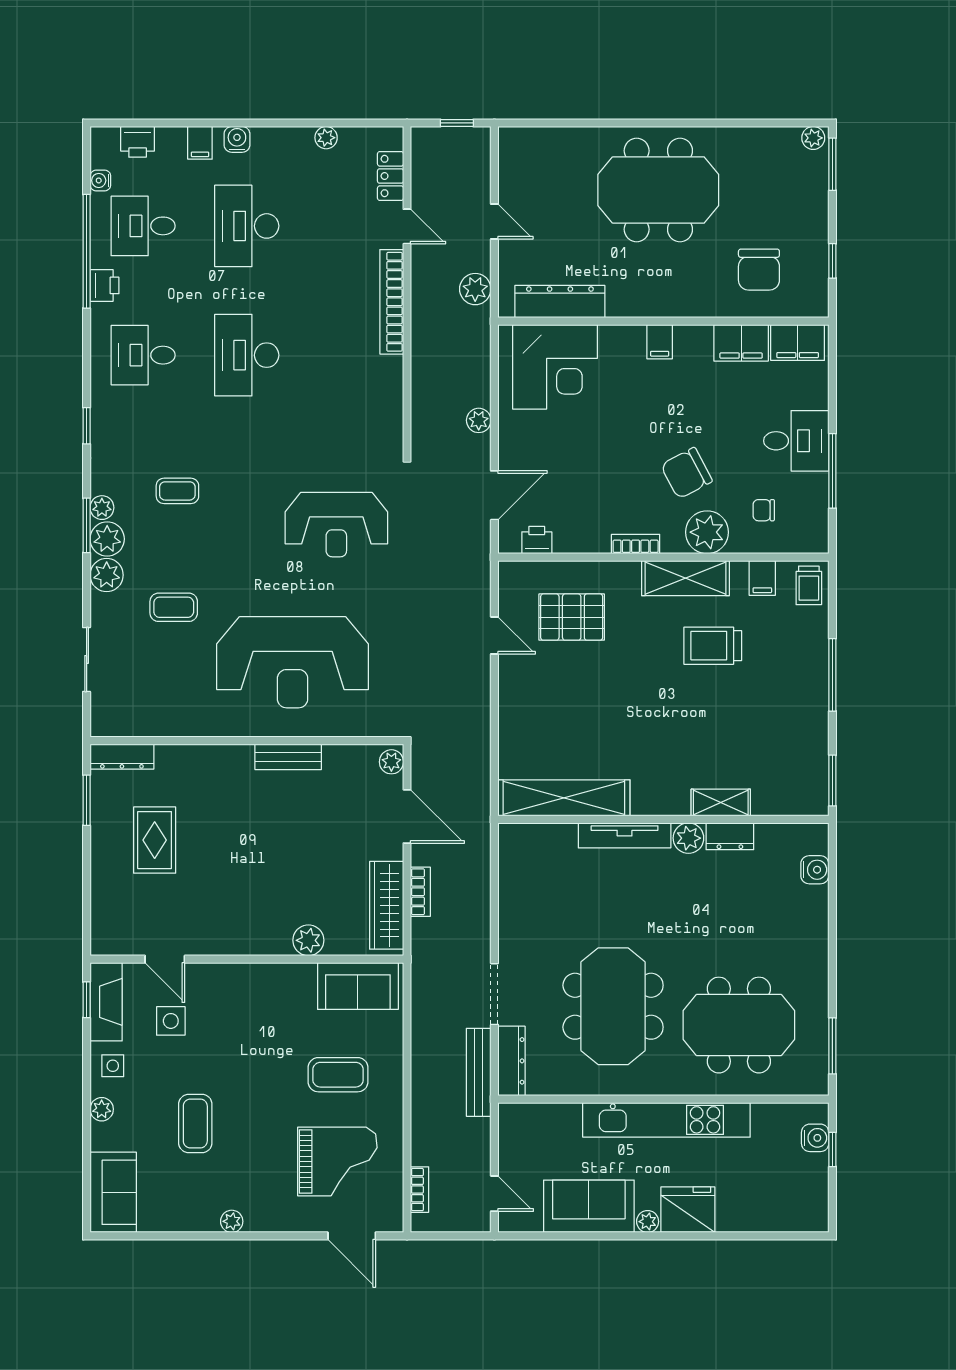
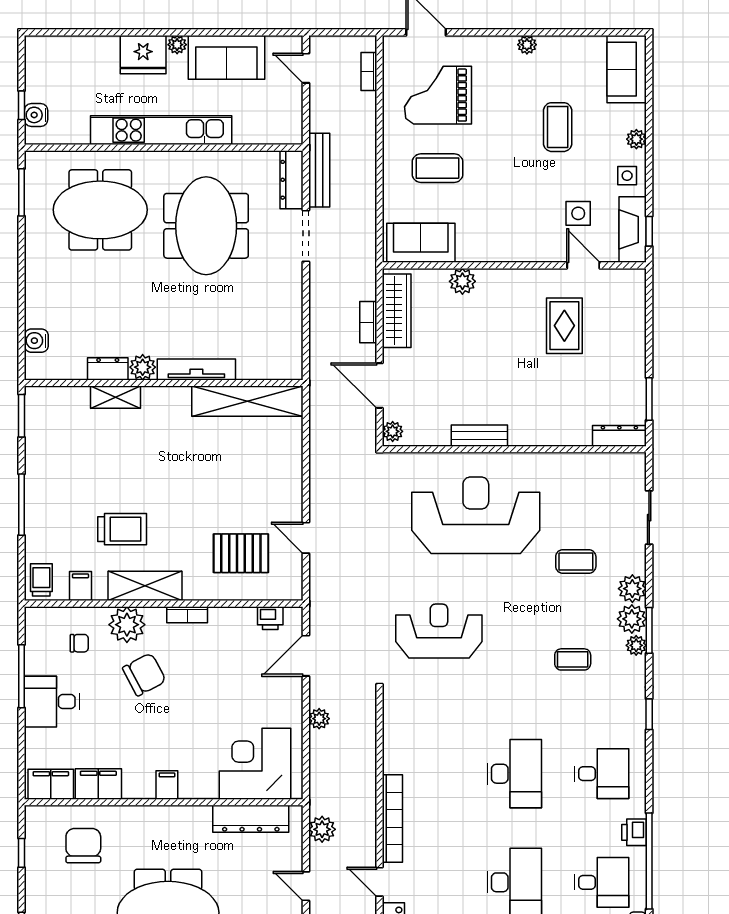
rug: (155, 840) -> (564, 326), moved

